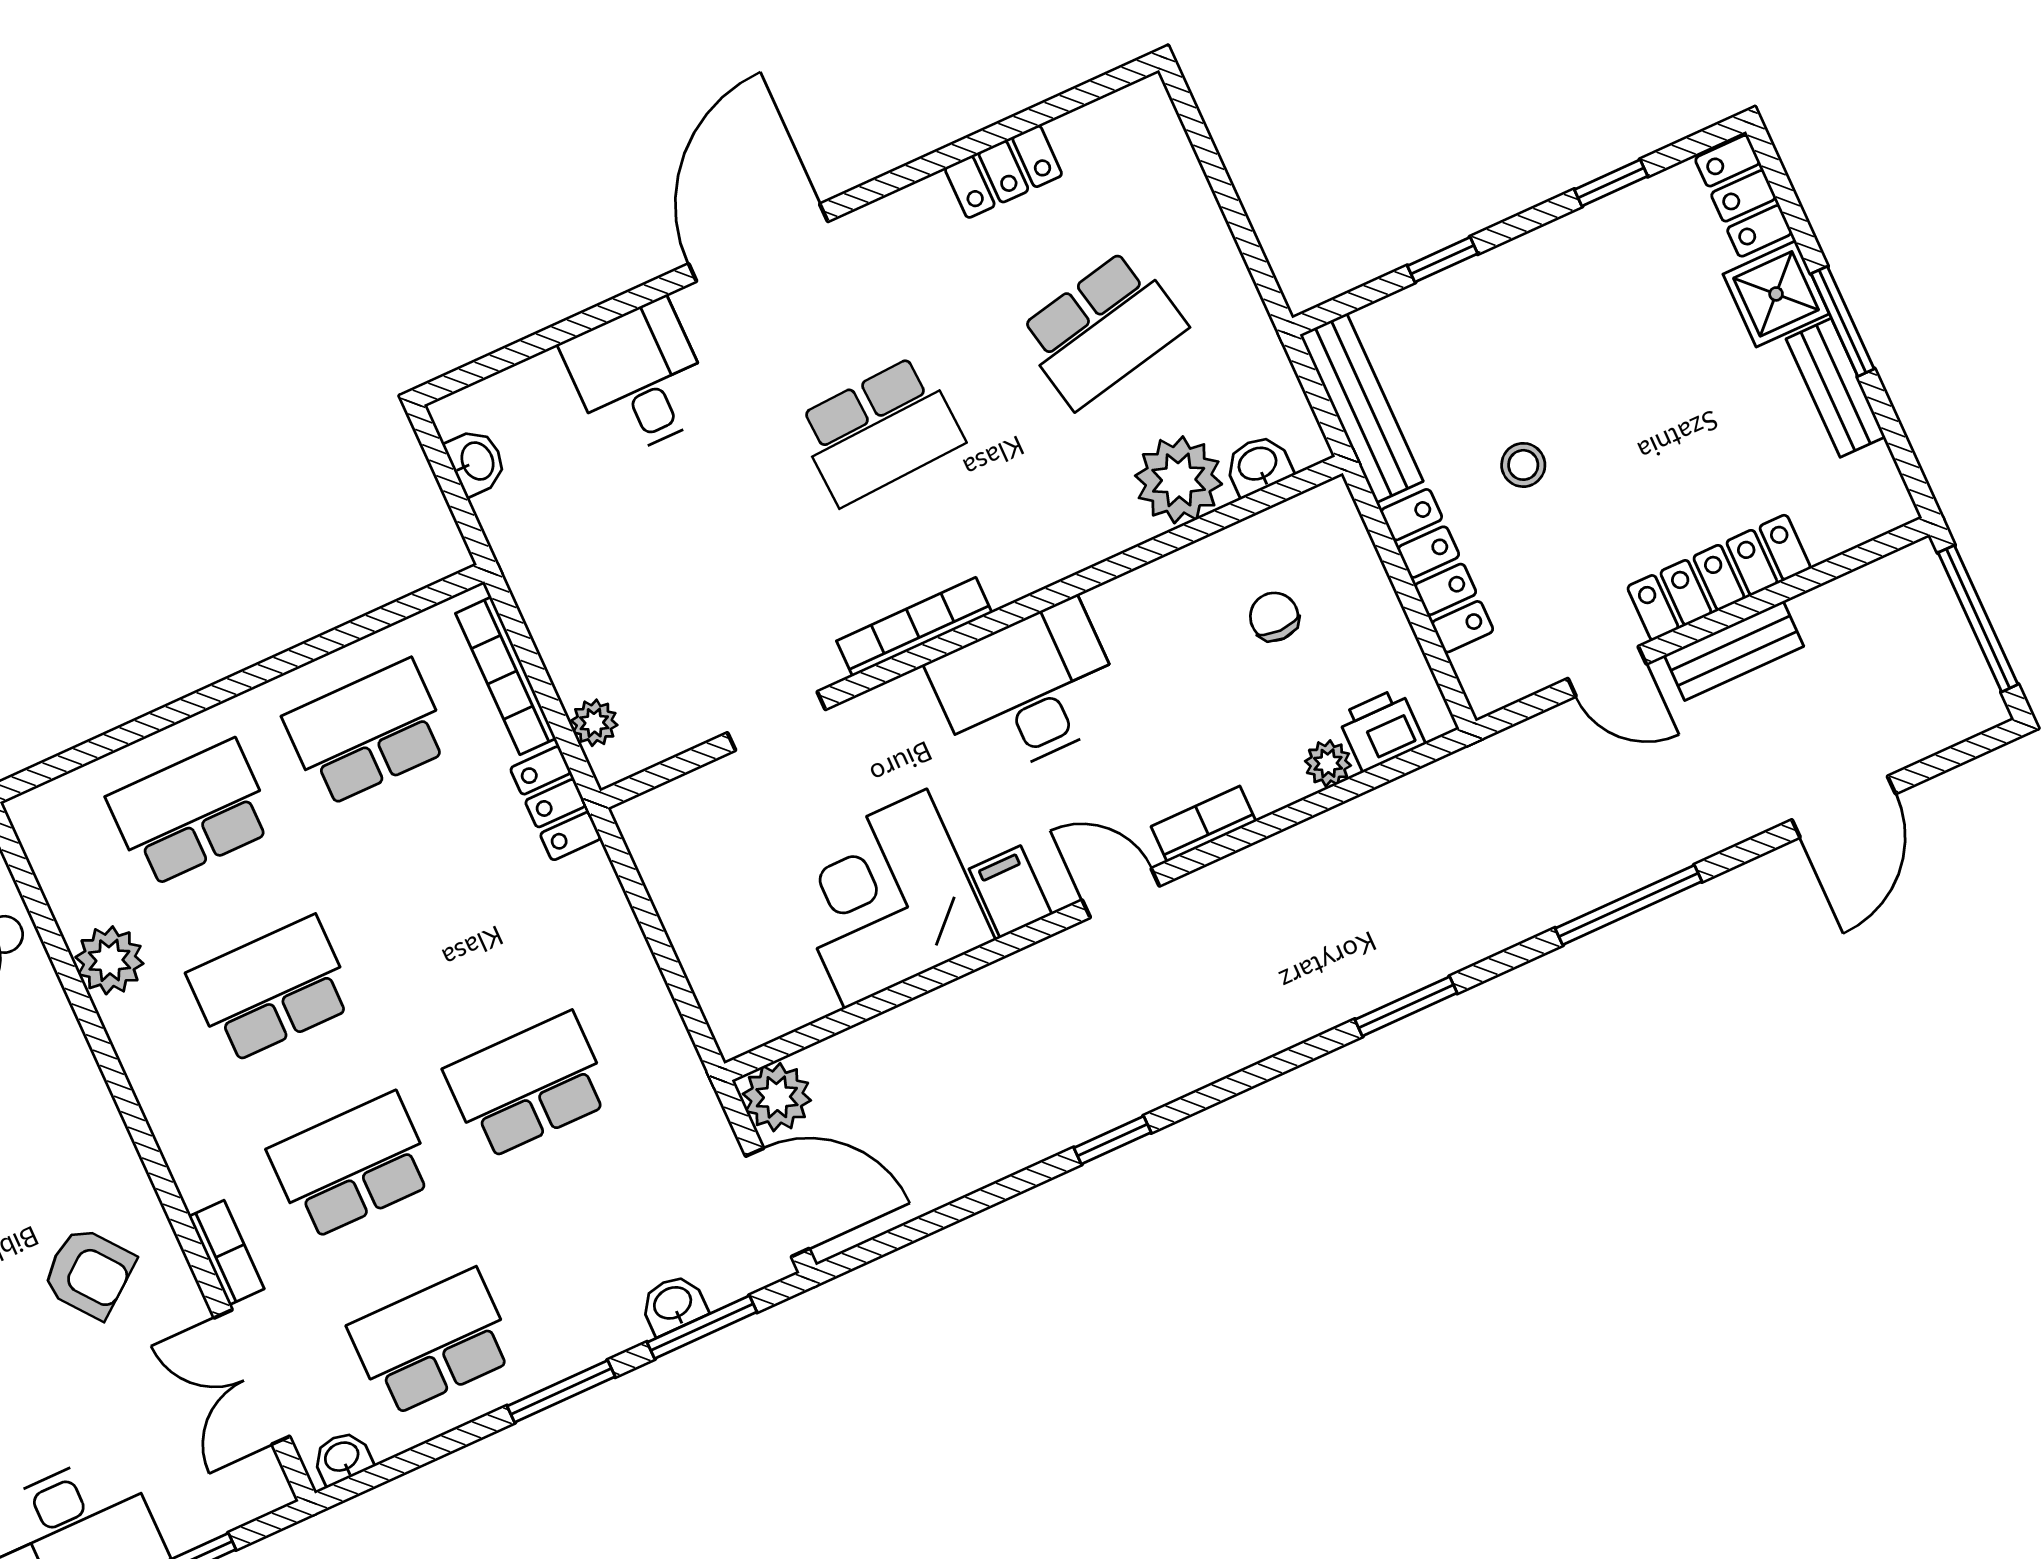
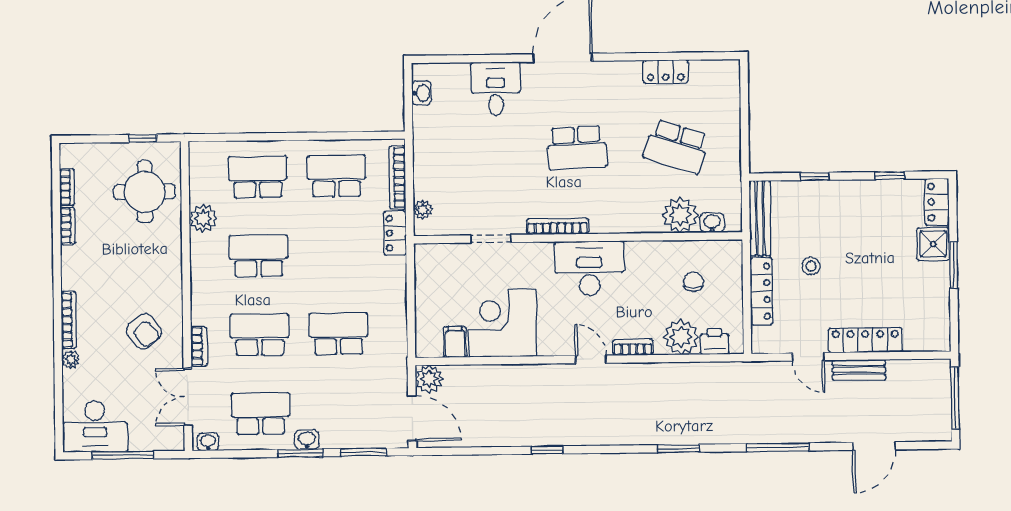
school desk: (1102, 329) -> (676, 146), turned 30
bench: (1836, 388) -> (940, 289), removed
plant: (1328, 763) -> (681, 337), width x1.88, depth x1.88
filing cabinet: (1010, 892) -> (455, 342), moved
washbasin: (673, 1304) -> (307, 440), moved

